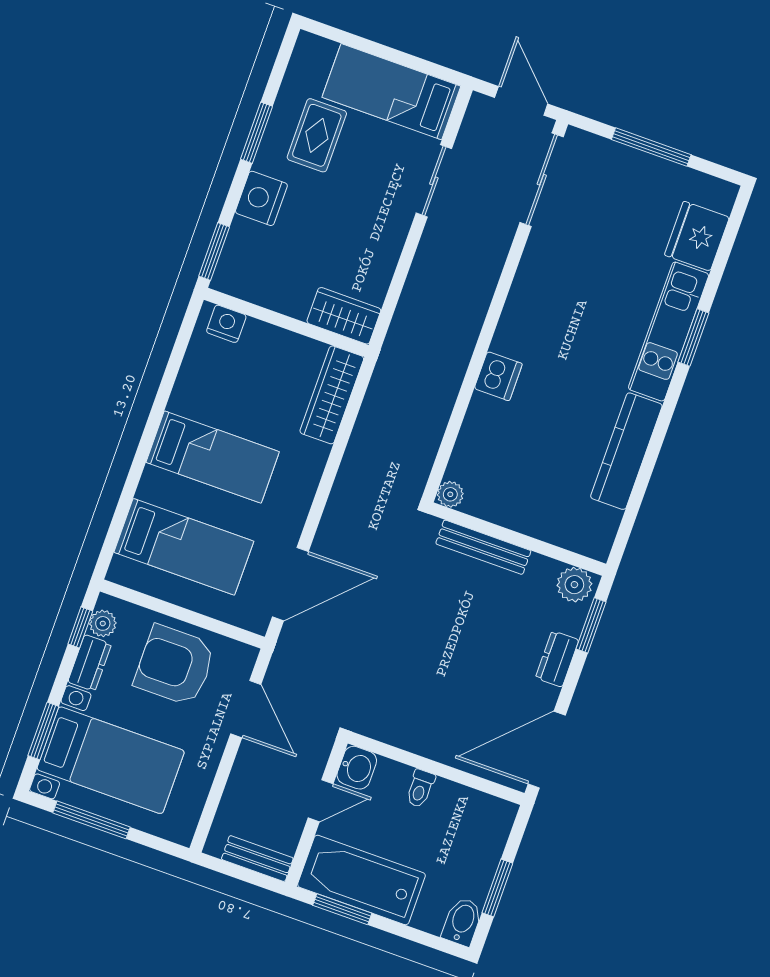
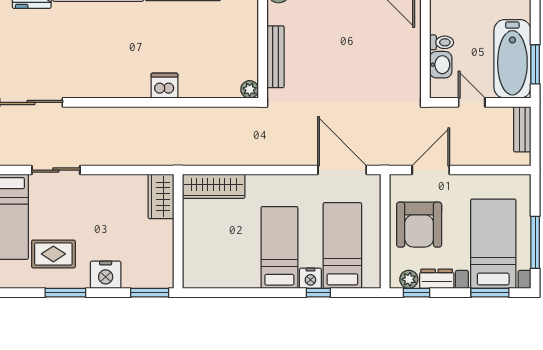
nightstand: (226, 324) -> (310, 278), moved, turned -90
window: (129, 489) -> (318, 293), added
washbasin: (357, 768) -> (441, 65), moved, turned 90

